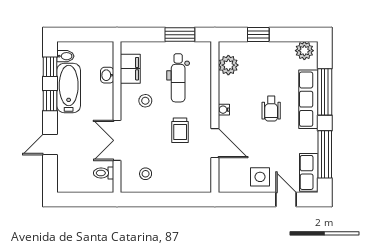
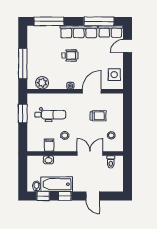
window: (258, 35) -> (23, 64), width x2.17
plant: (304, 51) -> (33, 34), removed
filing cabinet: (130, 69) -> (49, 145), width x0.50
window: (325, 92) -> (49, 21), moved
row of seats: (308, 99) -> (79, 32), moved
trolley: (180, 130) -> (98, 116), moved
double door: (117, 140) -> (90, 153), swing flipped
side table: (260, 177) -> (114, 75), moved

